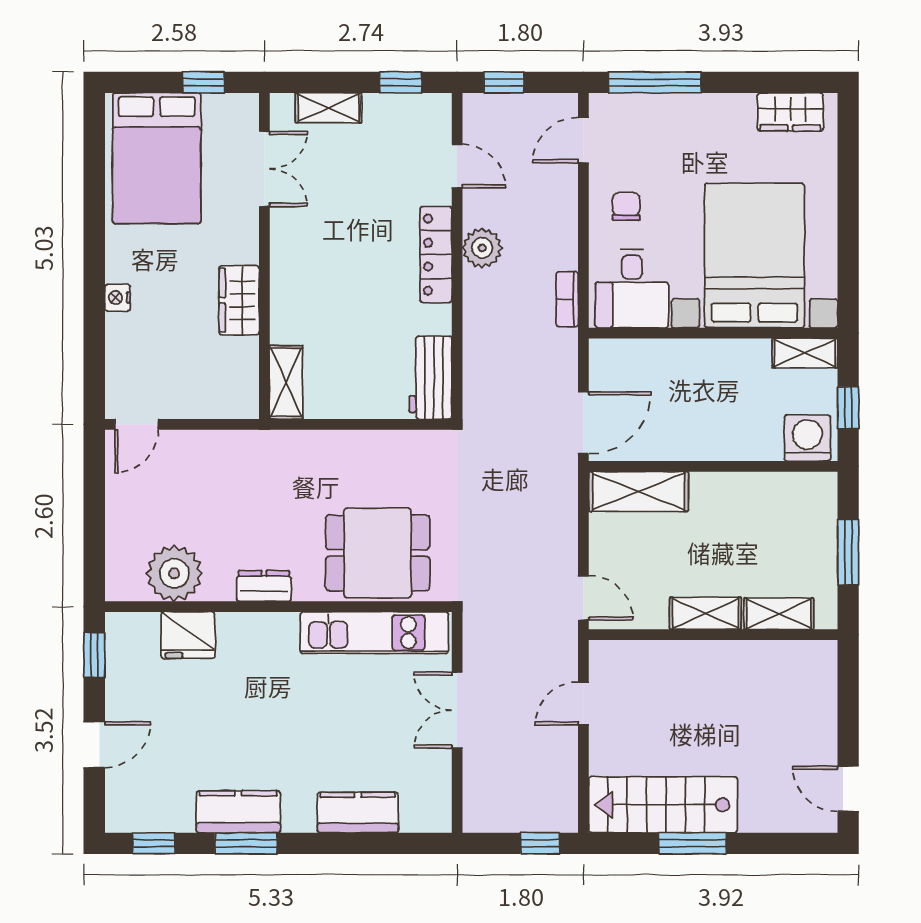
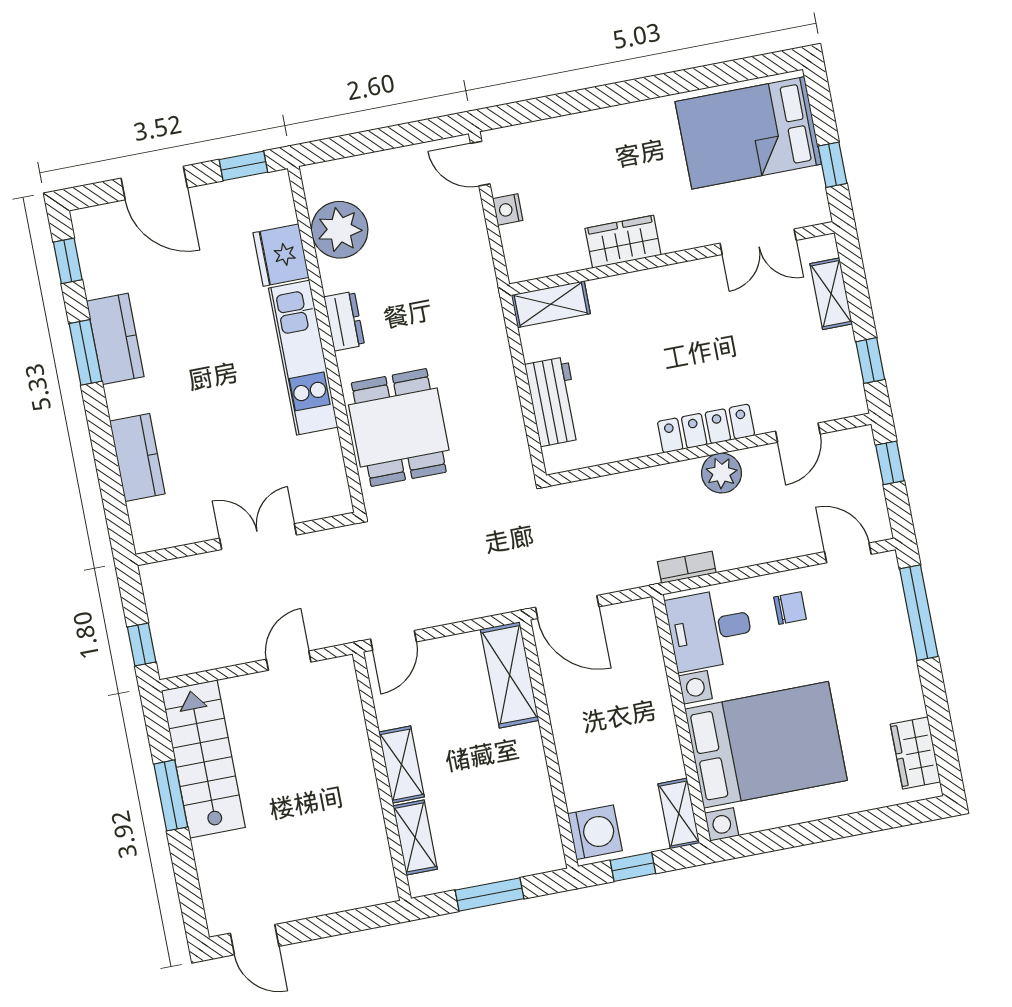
nightstand: (118, 298) -> (508, 210), moved, turned -90
workbench: (430, 378) -> (554, 402), moved, turned 90
kitchen unit: (374, 633) -> (303, 358), moved
door: (583, 704) -> (289, 661), hinge flipped
door: (94, 745) -> (154, 183), width x1.38
door: (848, 789) -> (255, 940), swing flipped

